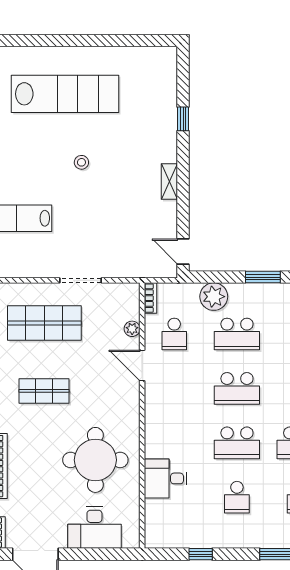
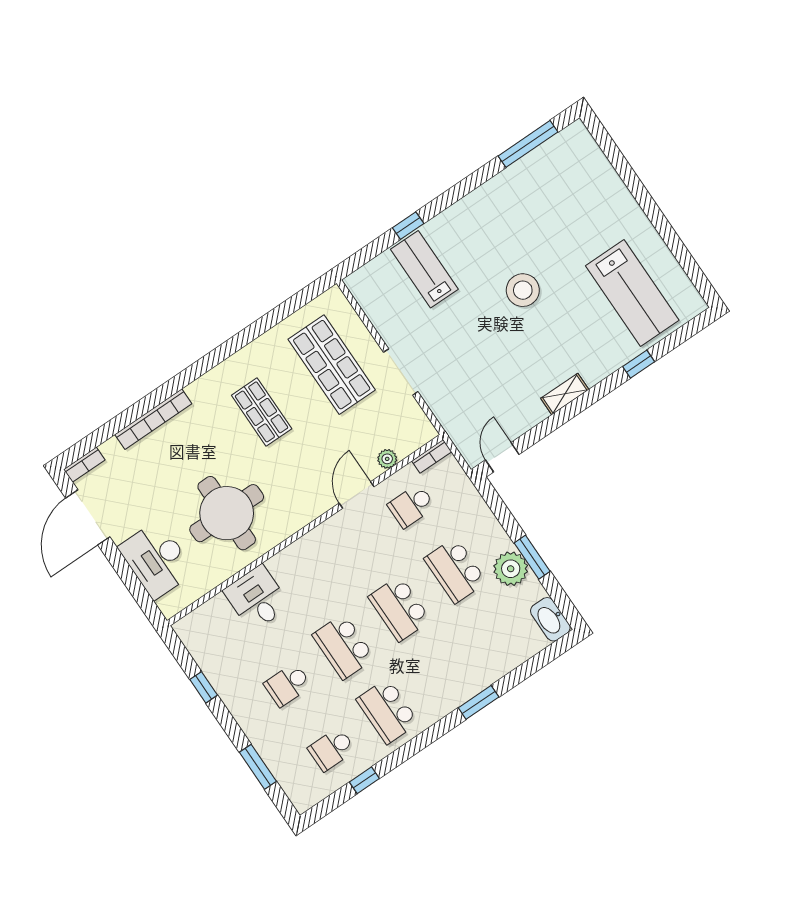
lab bench: (65, 94) -> (632, 293), moved, width x0.73
stool: (81, 162) -> (523, 290), width x1.89, depth x1.89
plant: (214, 297) -> (511, 569), moved

